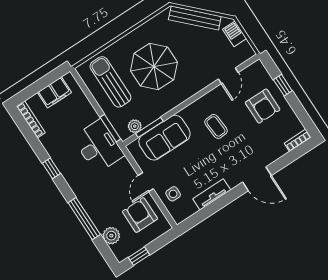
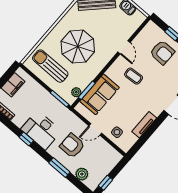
door: (228, 76) -> (124, 47), moved
desk: (98, 146) -> (41, 130), moved, turned 180
door: (146, 182) -> (95, 129), hinge flipped
armchair: (140, 215) -> (72, 146), moved
window: (84, 219) -> (59, 168), width x0.69

